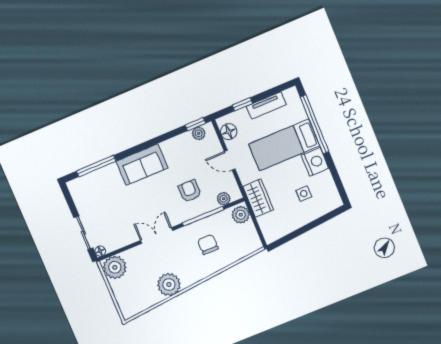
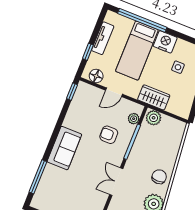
plant: (199, 133) -> (79, 95), removed
chair: (208, 244) -> (159, 177), moved, turned 90

